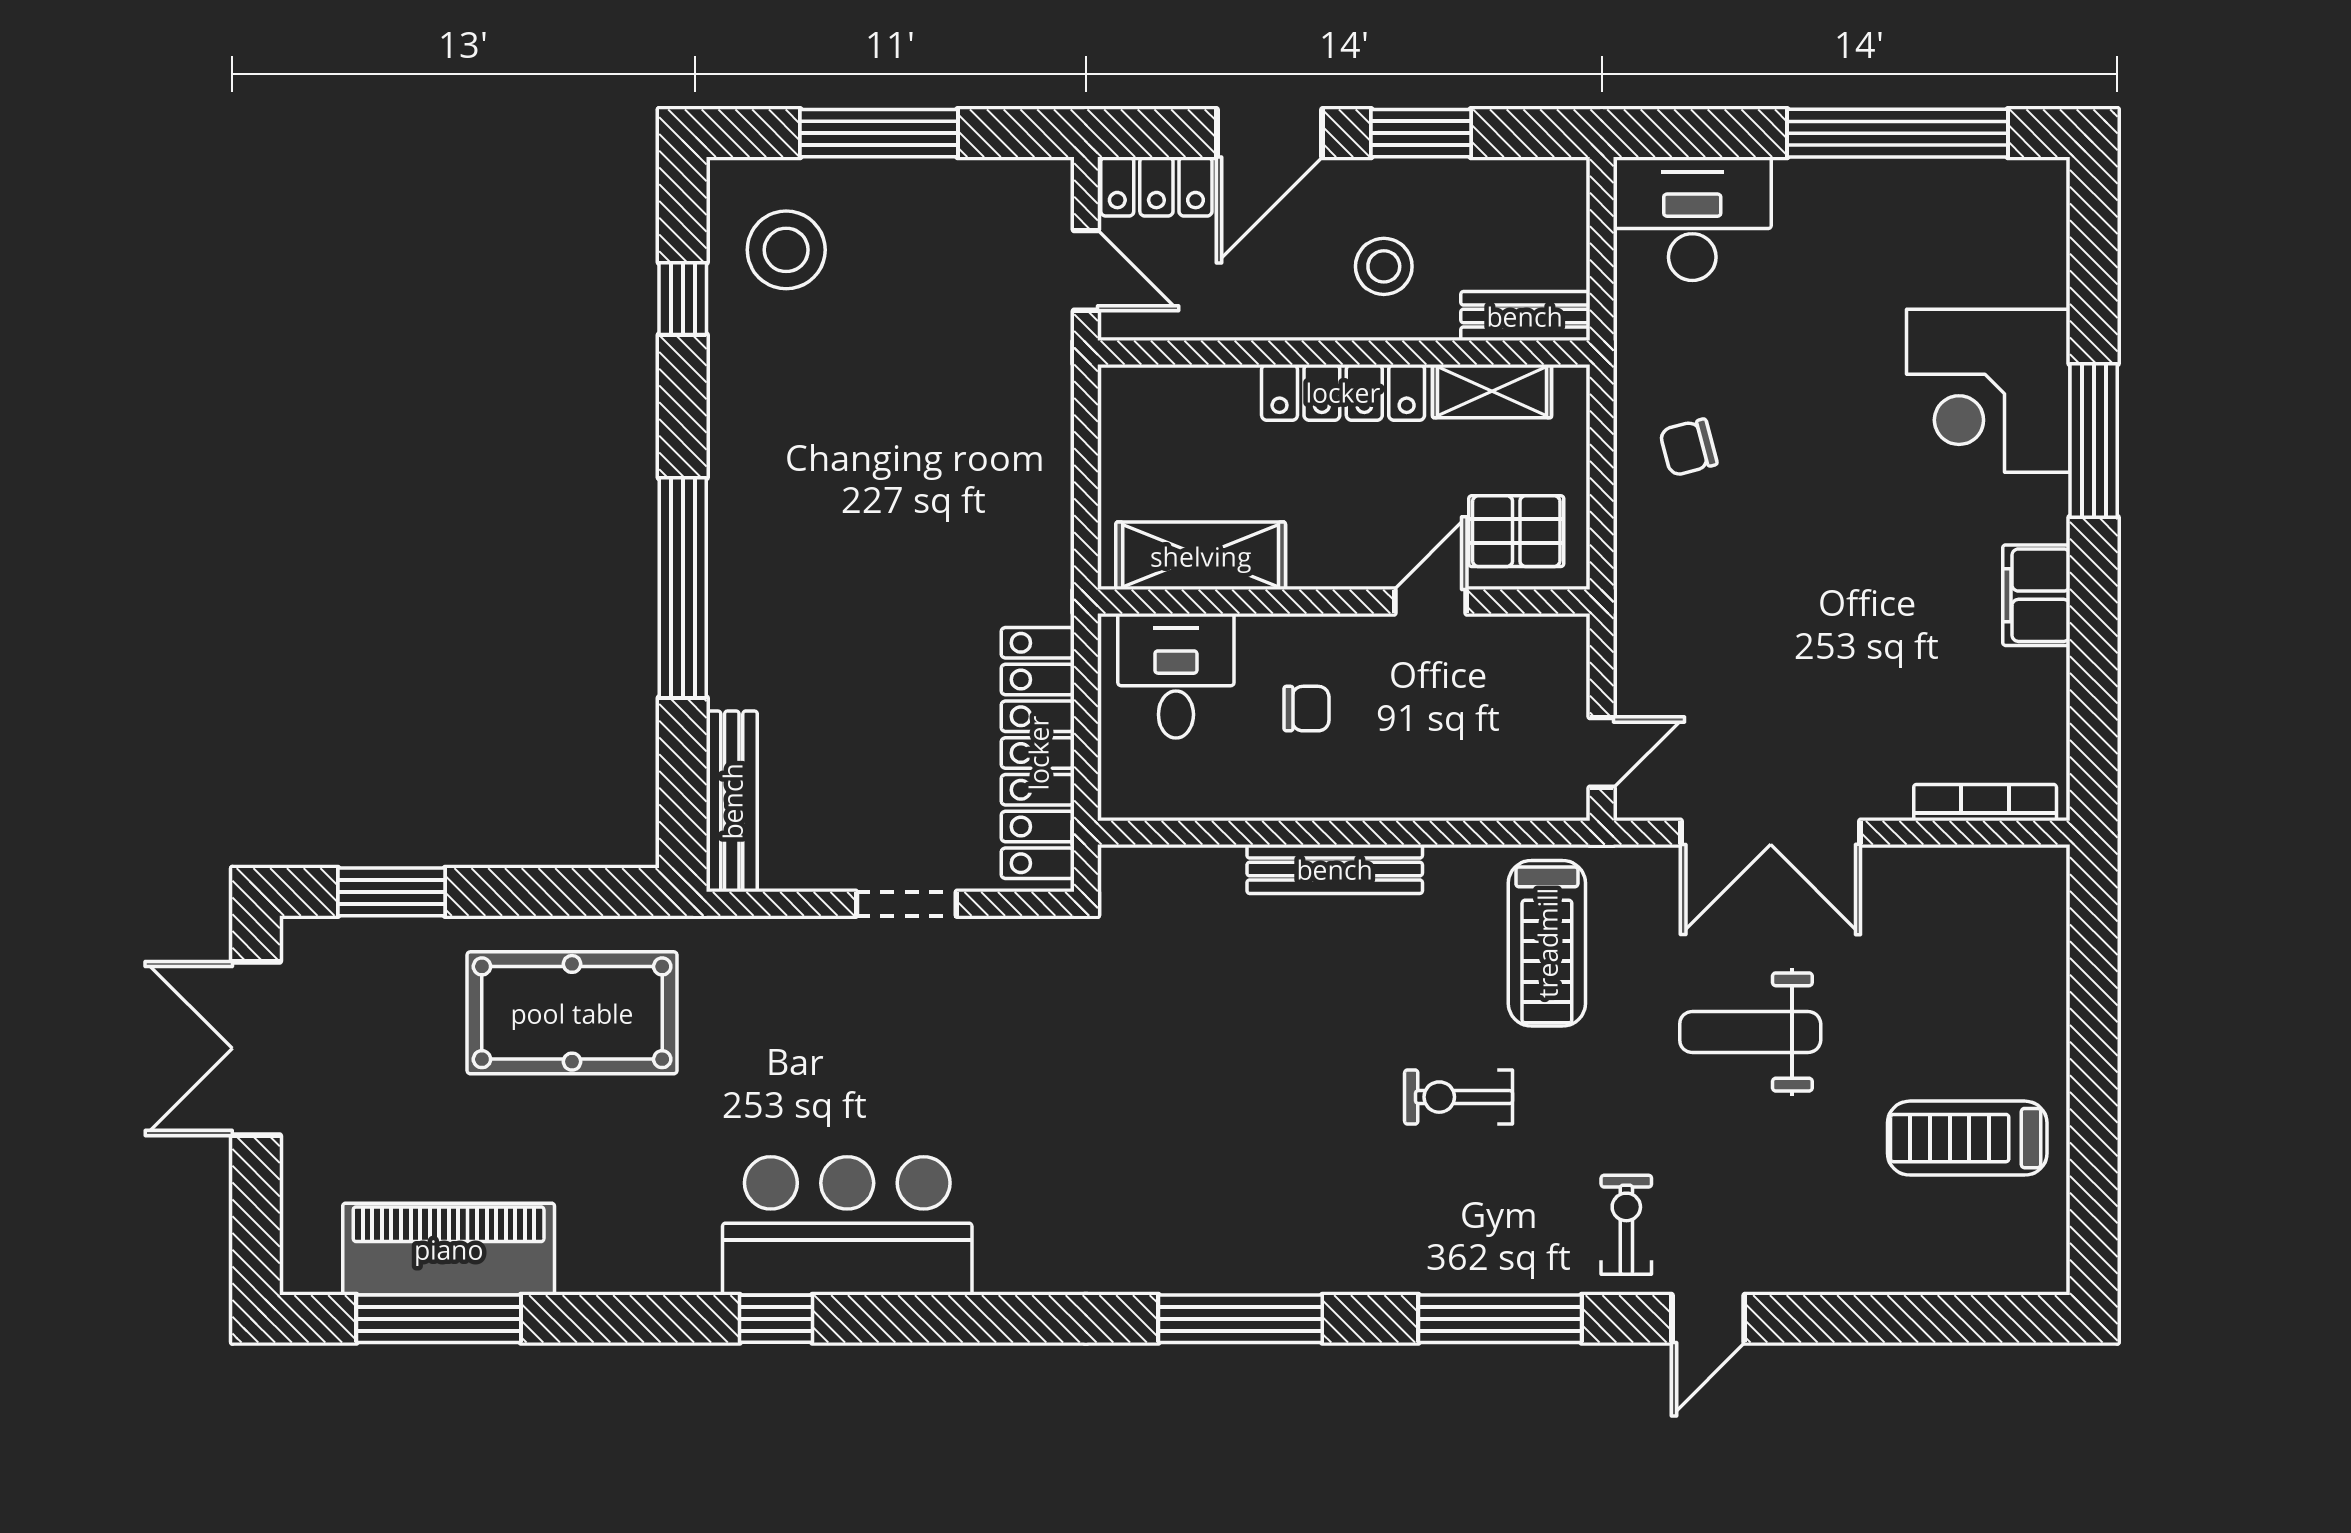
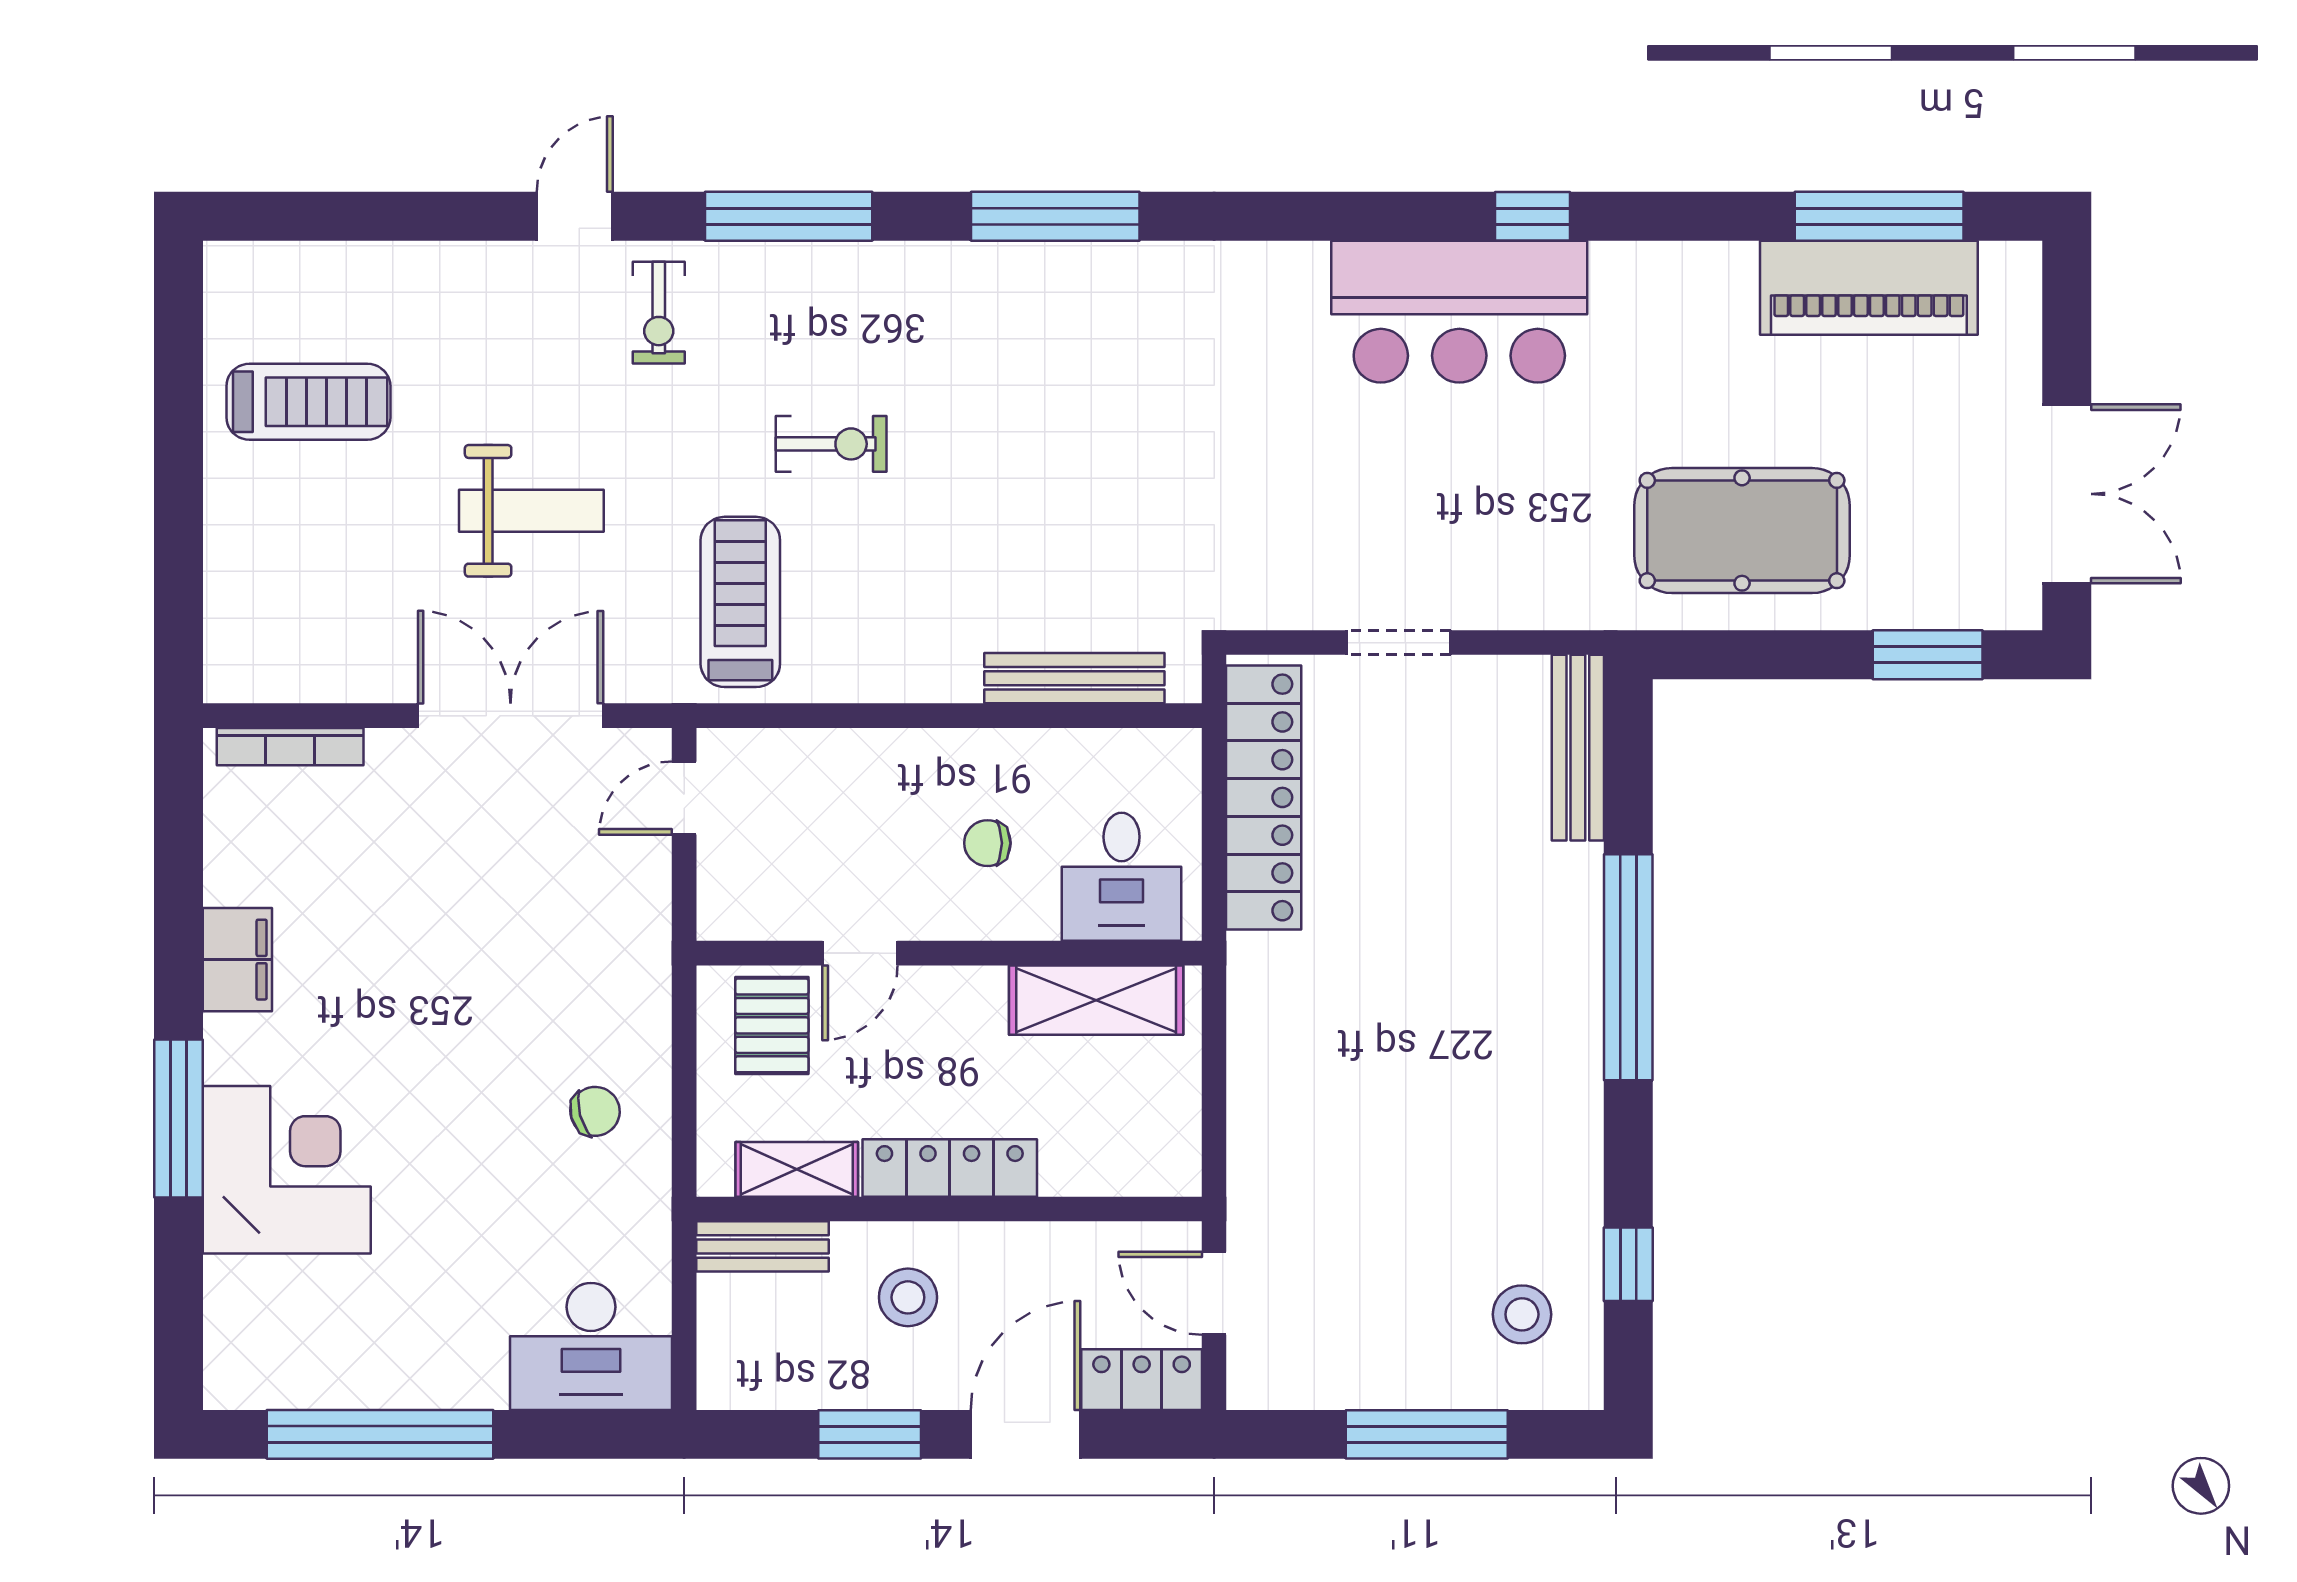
stool: (786, 250) -> (1522, 1314), width x0.73, depth x0.73
pallet: (1516, 531) -> (772, 1025), turned 90
bench: (1335, 869) -> (1074, 678), moved

